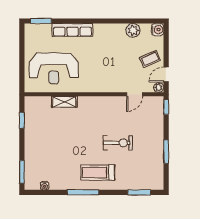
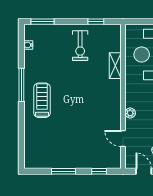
plant: (159, 88) -> (130, 113), moved
window: (166, 107) -> (99, 171), moved
exercise bike: (118, 143) -> (80, 46), moved
window: (139, 192) -> (21, 143), removed

